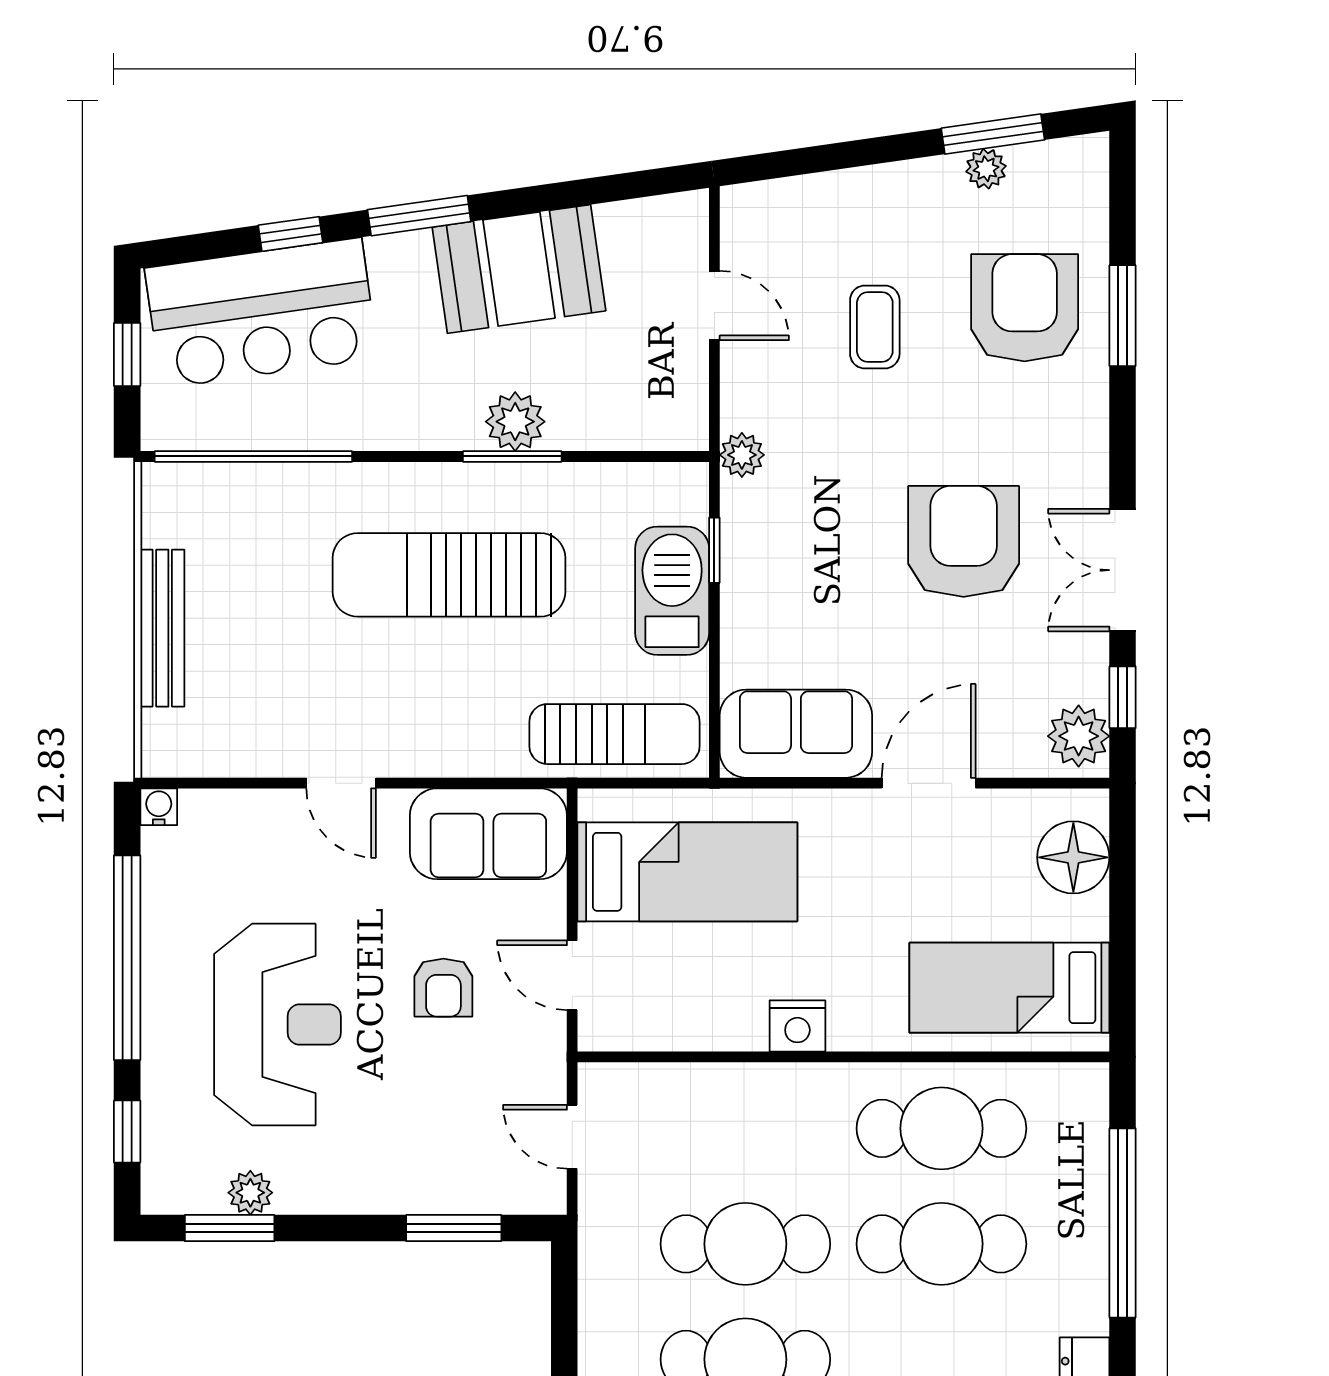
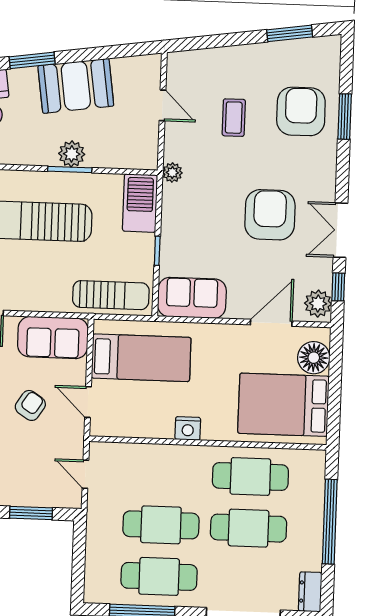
plant: (986, 169) -> (286, 49), removed
window: (714, 550) -> (157, 251), moved
barbecue: (672, 591) -> (140, 203), moved
door: (929, 783) -> (271, 323), moved
armchair: (443, 988) -> (30, 405), turned -147
bed: (1009, 988) -> (283, 405), width x1.50

